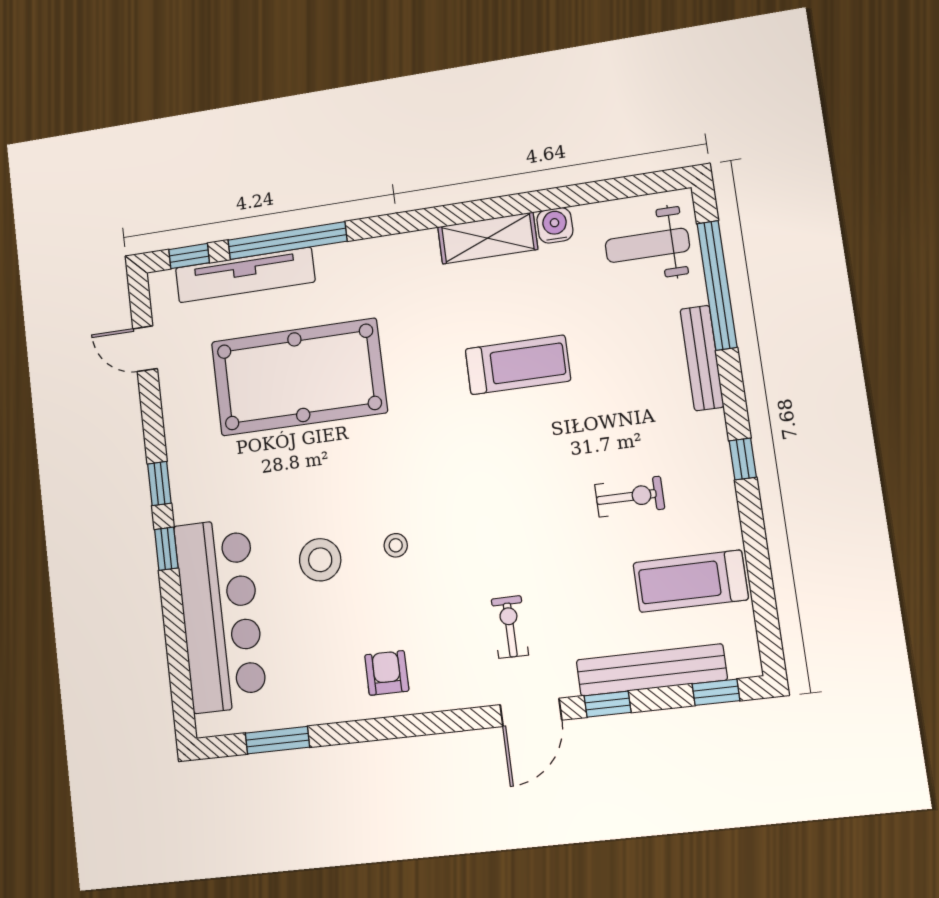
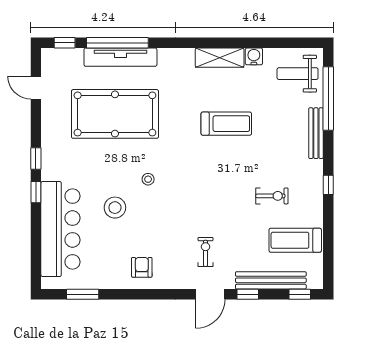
tv unit: (245, 275) -> (120, 57), moved
stool: (396, 545) -> (148, 179), moved

